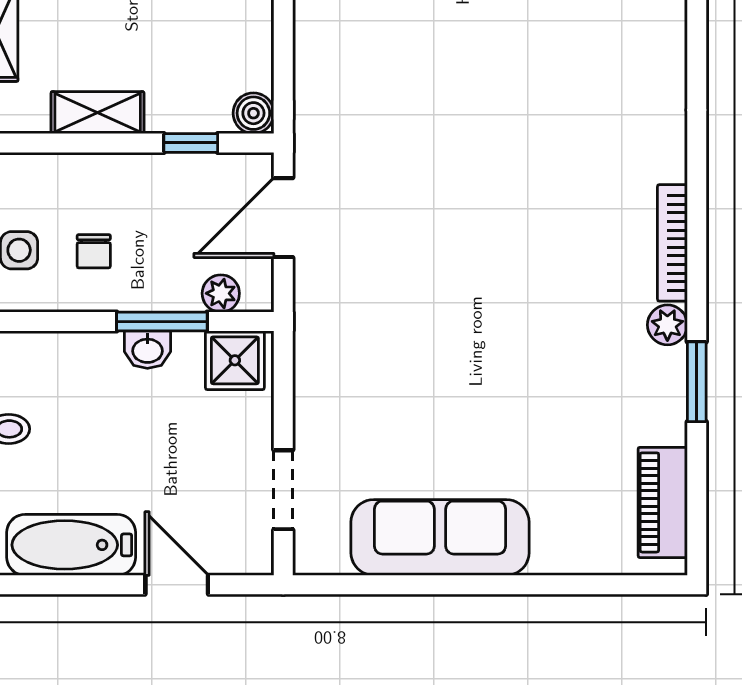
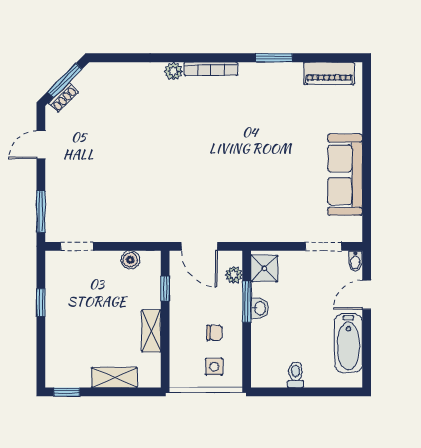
boiler: (253, 113) -> (130, 260), moved
plant: (667, 325) -> (173, 71), moved
bidet: (251, 560) -> (355, 261), added

